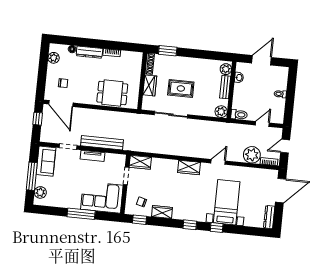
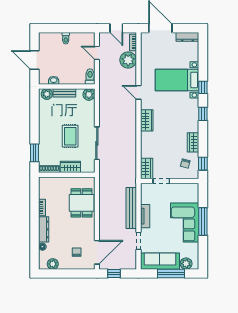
sofa: (46, 161) -> (160, 261), width x1.36
corner sofa: (102, 197) -> (185, 223), moved

